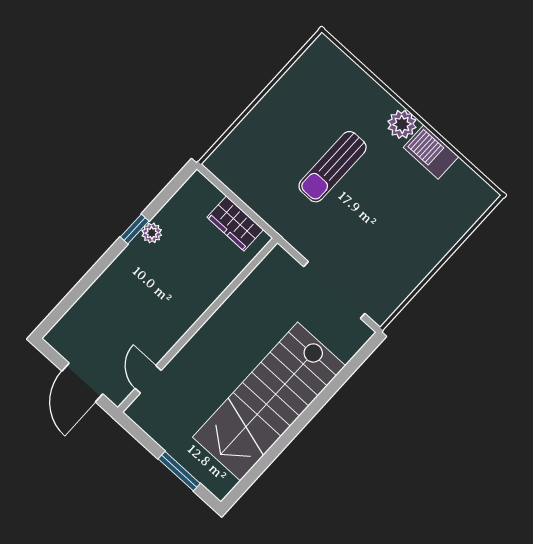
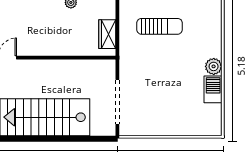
sun lounger: (333, 167) -> (160, 26), moved, turned 180

